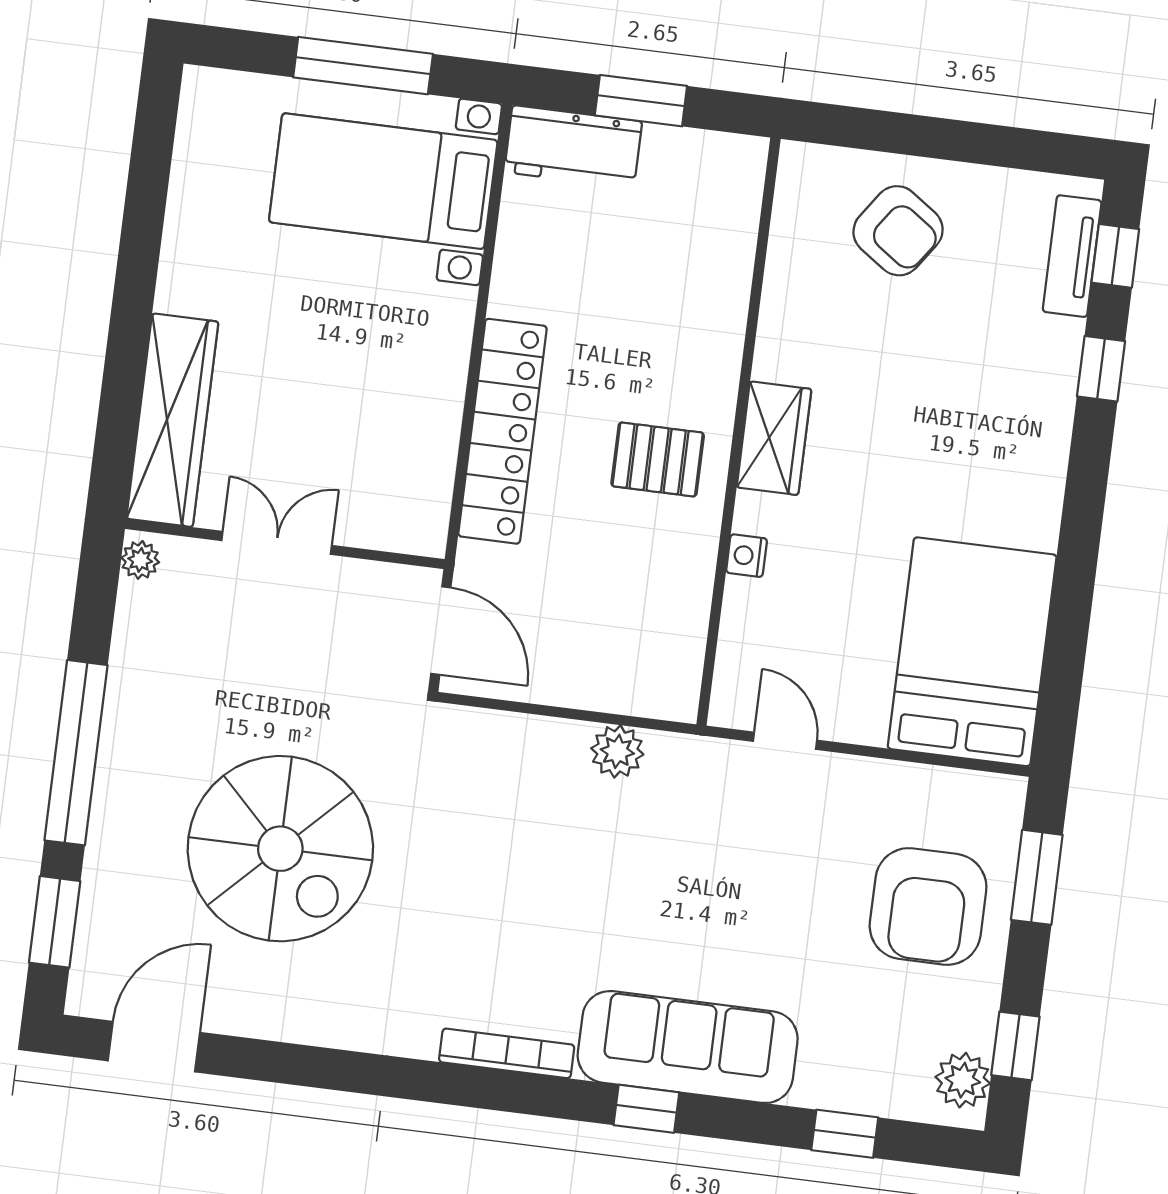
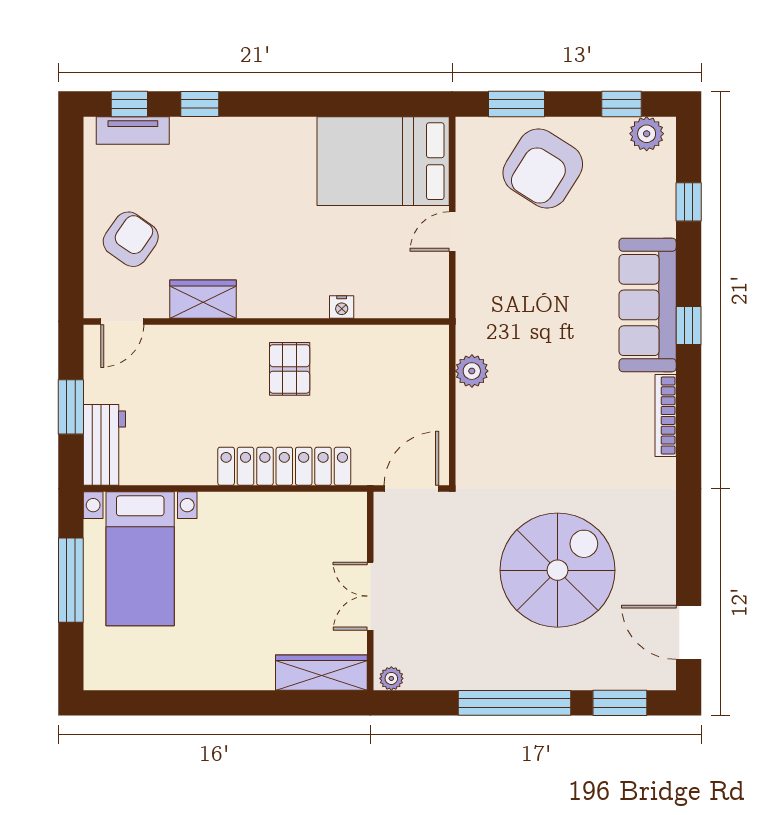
door: (768, 201) -> (122, 322), added
wardrobe: (172, 420) -> (321, 673), width x0.71, depth x0.85
wardrobe: (774, 438) -> (203, 299), moved
door: (785, 741) -> (452, 232), moved
armchair: (928, 906) -> (543, 168), turned 122

